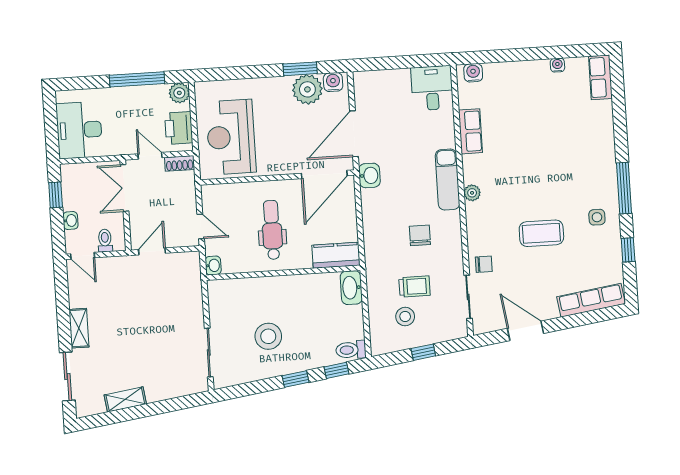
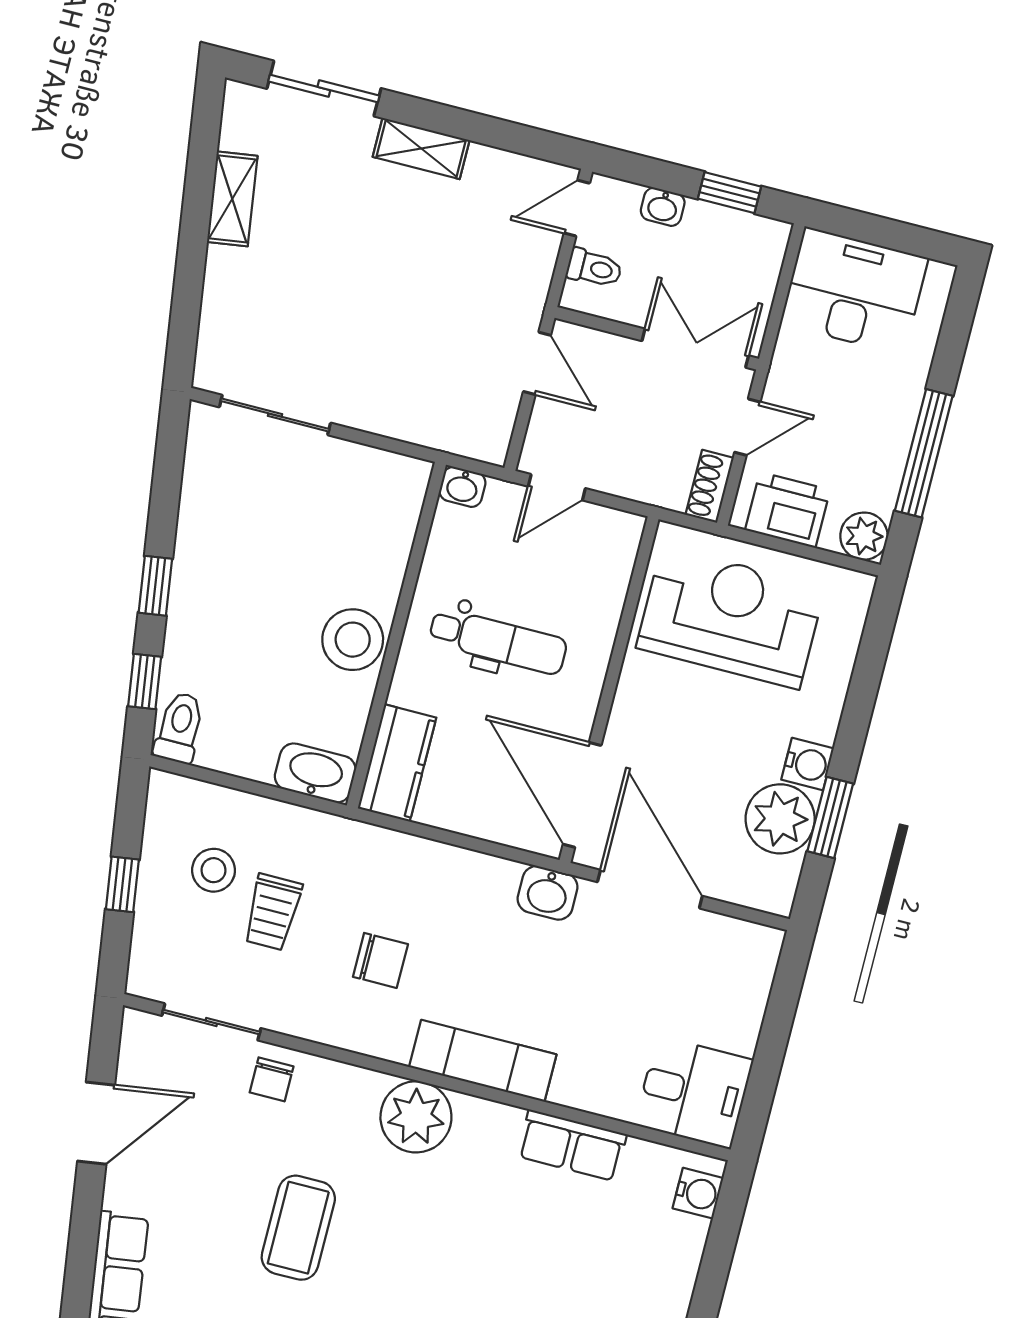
water cooler: (333, 82) -> (808, 764), moved
plant: (472, 193) -> (416, 1117), width x1.88, depth x1.88
stool: (268, 336) -> (353, 640), moved

